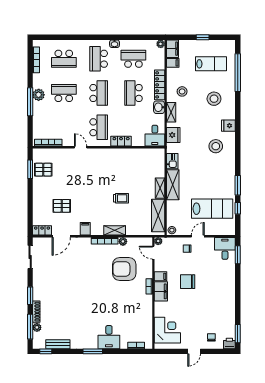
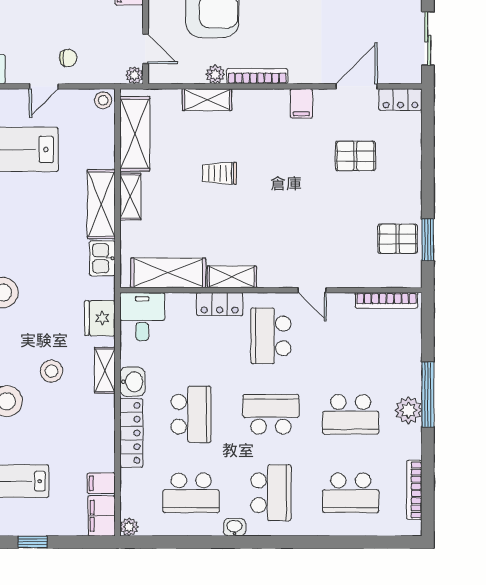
school desk: (64, 59) -> (351, 493), turned 180
stool: (182, 91) -> (52, 371), moved
school desk: (99, 93) -> (271, 414), turned 90
shelving: (116, 153) -> (232, 277), added
shelving: (143, 155) -> (168, 273), added
shelving: (115, 230) -> (207, 100), moved

